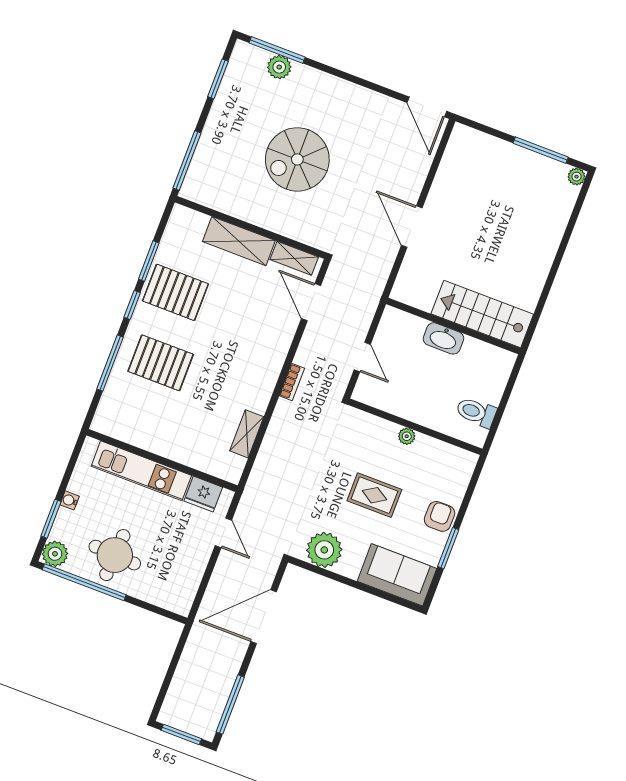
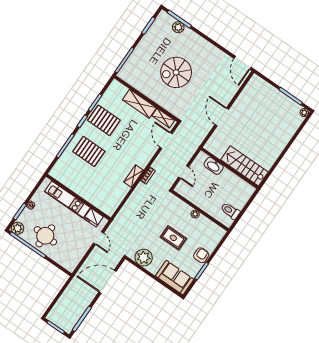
washbasin: (443, 338) -> (214, 166), moved
shelving: (247, 434) -> (134, 176), moved

